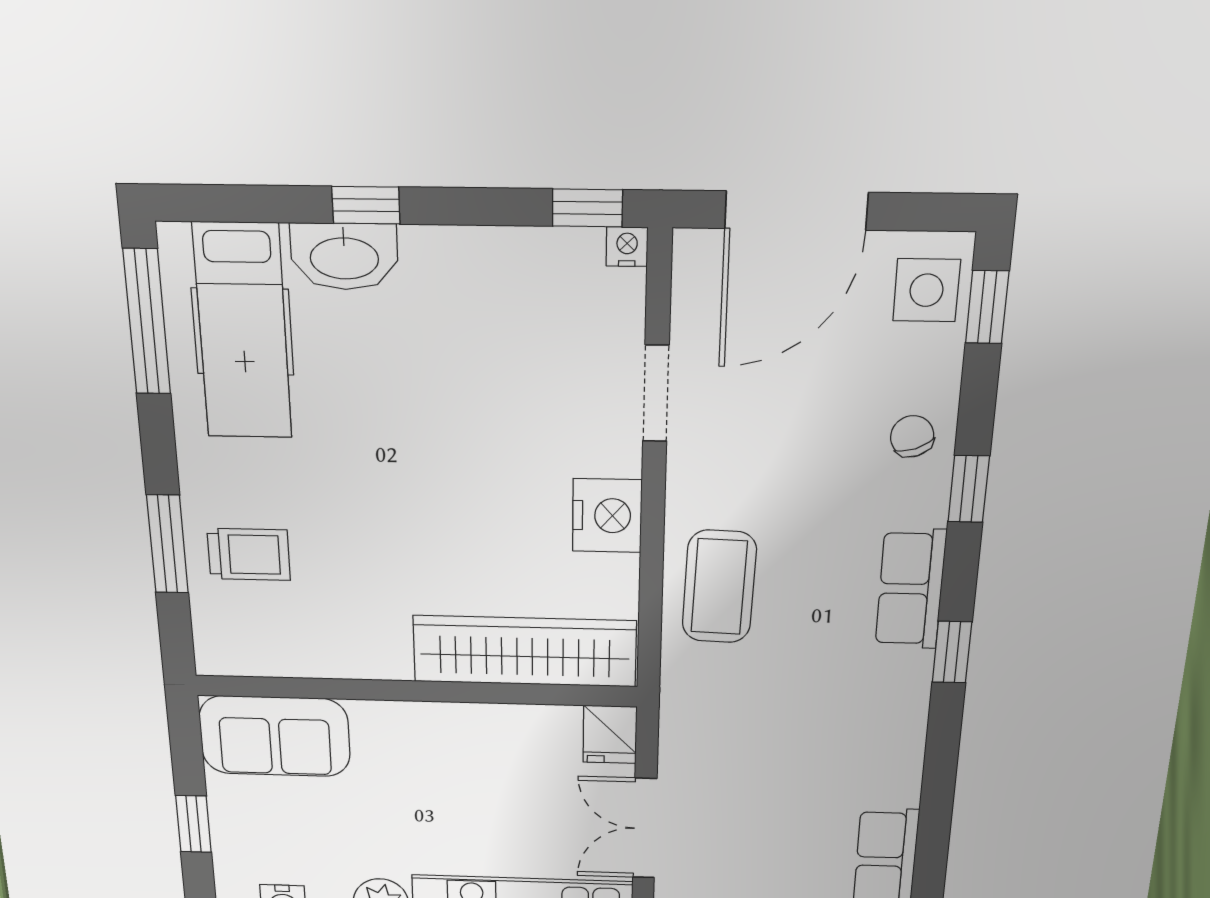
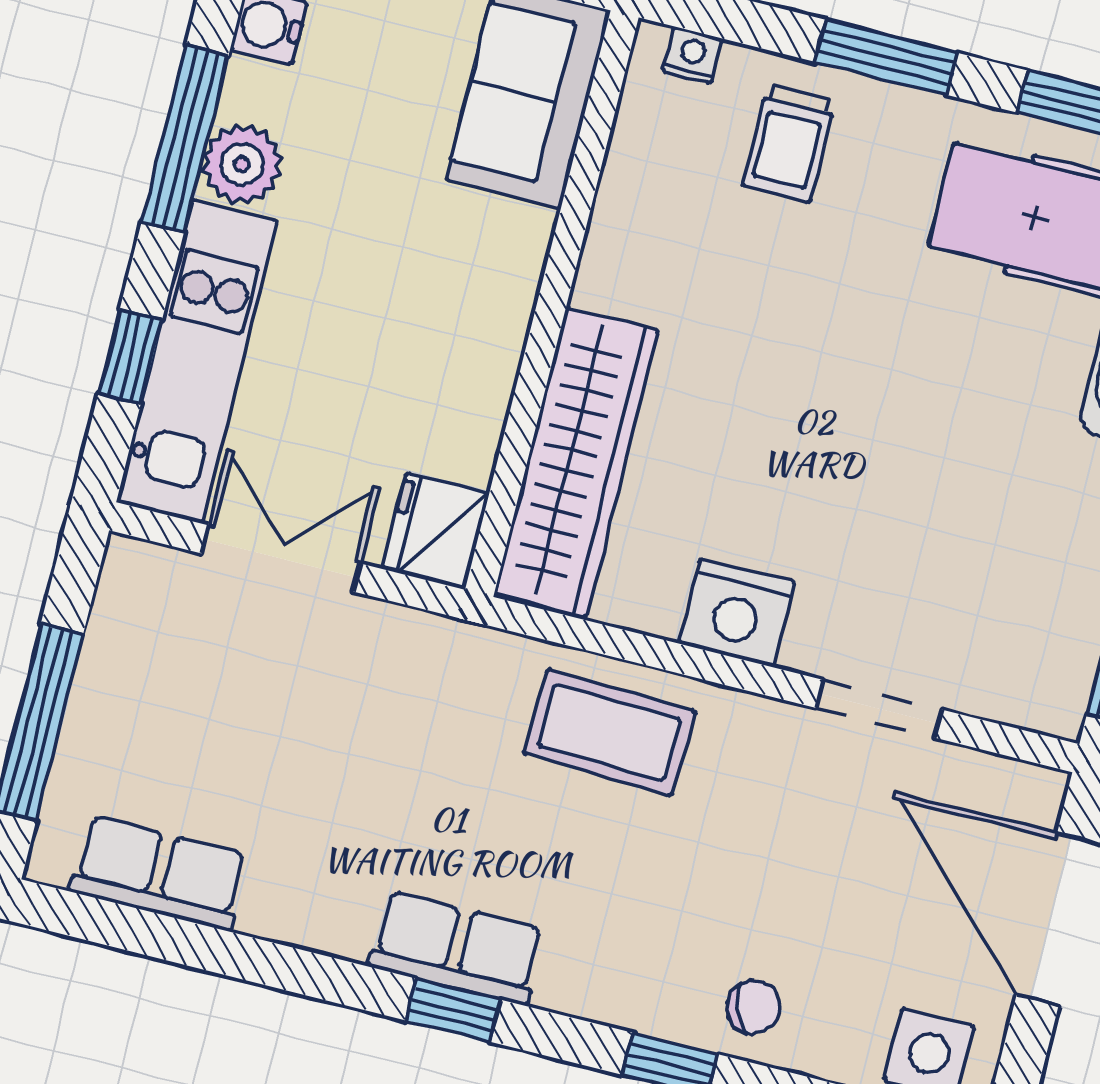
nightstand: (627, 247) -> (692, 55), moved, turned -90
window: (167, 544) -> (886, 57), moved
row of seats: (911, 589) -> (457, 948), moved
fridge: (610, 734) -> (436, 531), width x1.38

